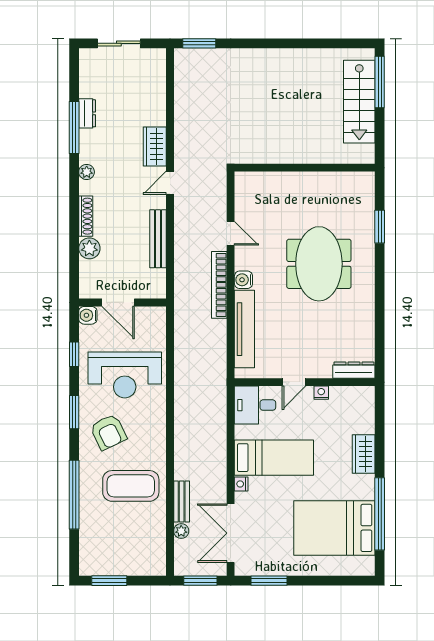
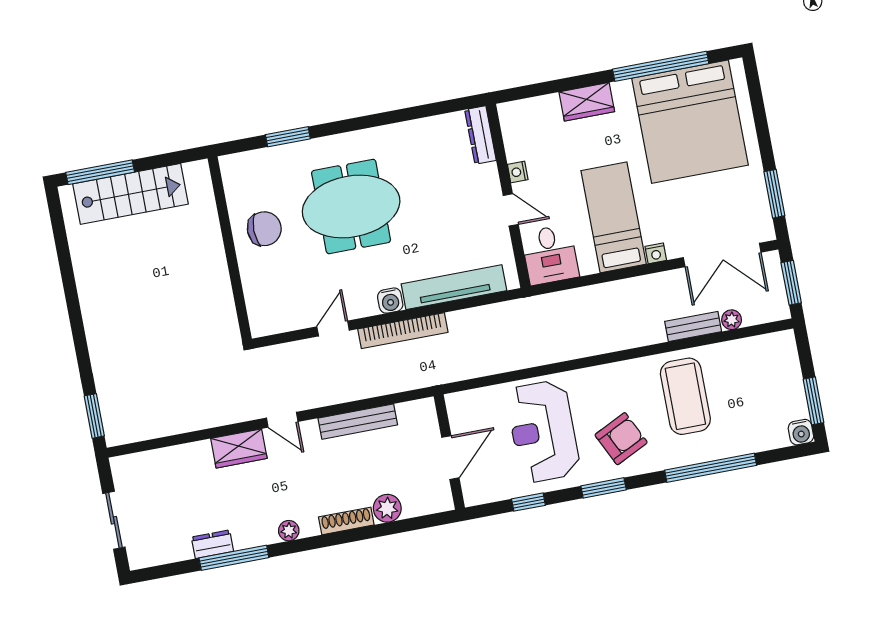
chair: (315, 196) -> (264, 229), added
water cooler: (88, 315) -> (801, 432), moved
reception desk: (125, 375) -> (543, 431), turned 180
bed: (334, 528) -> (690, 122), width x1.36

